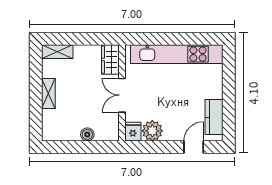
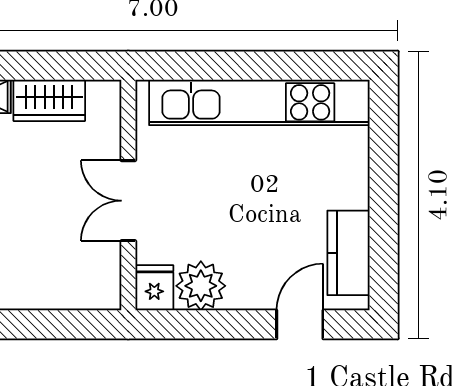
wardrobe: (110, 60) -> (49, 100), moved, turned -90
boiler: (87, 134) -> (45, 295), removed

